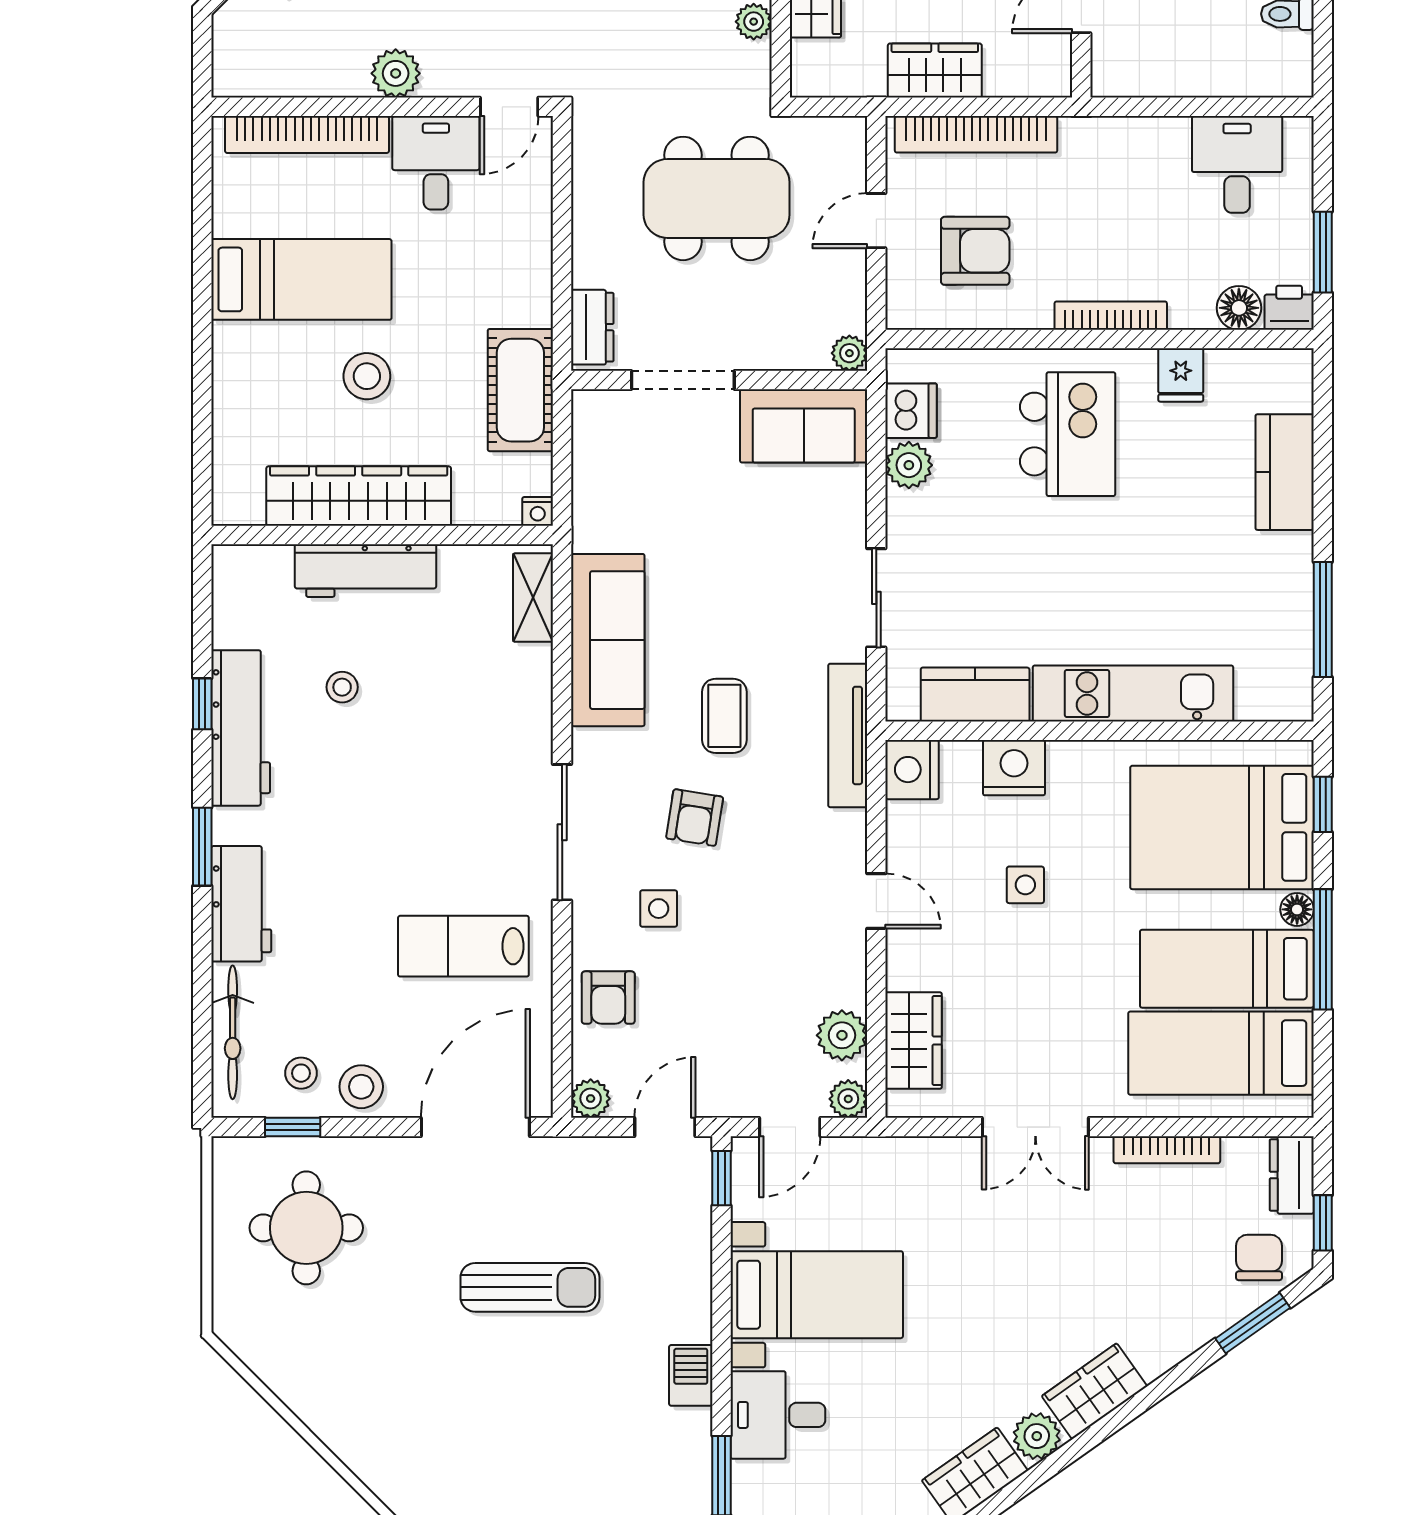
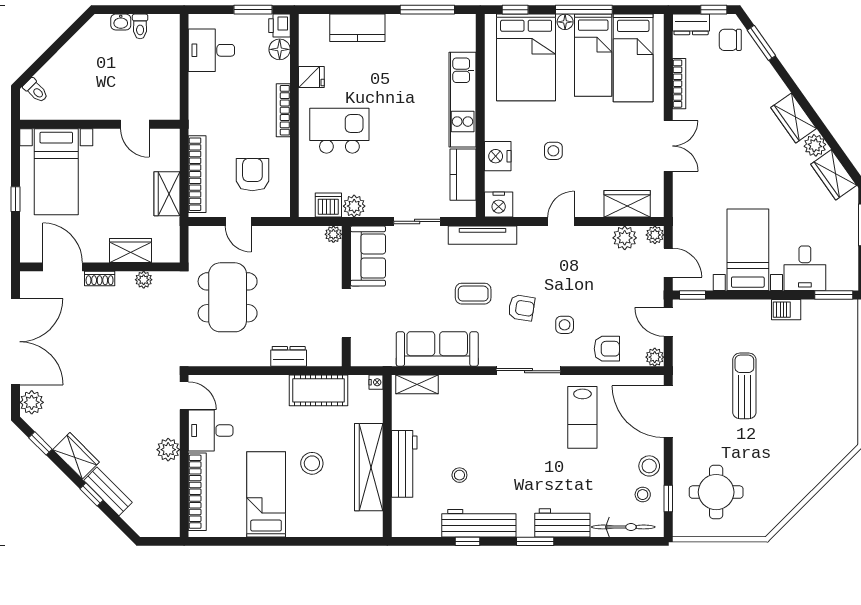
plant: (849, 353) -> (333, 234), moved
doorway: (683, 380) -> (346, 313), moved
wall: (719, 380) -> (346, 296), moved
sofa: (804, 426) -> (368, 256), moved

